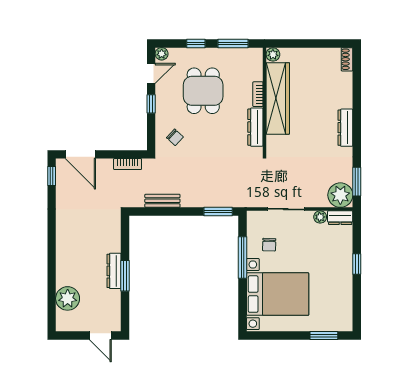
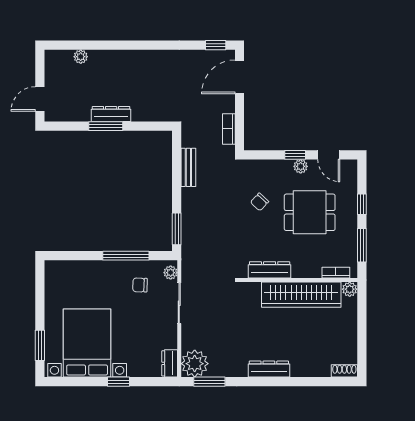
plant: (162, 54) -> (301, 166), moved
bookcase: (258, 94) -> (336, 273), moved
chair: (175, 137) -> (259, 202), moved
plant: (320, 217) -> (171, 273), moved
bed with nightstands: (278, 294) -> (87, 343), moved, turned 180
plant: (68, 298) -> (81, 57), width x0.53, depth x0.53

